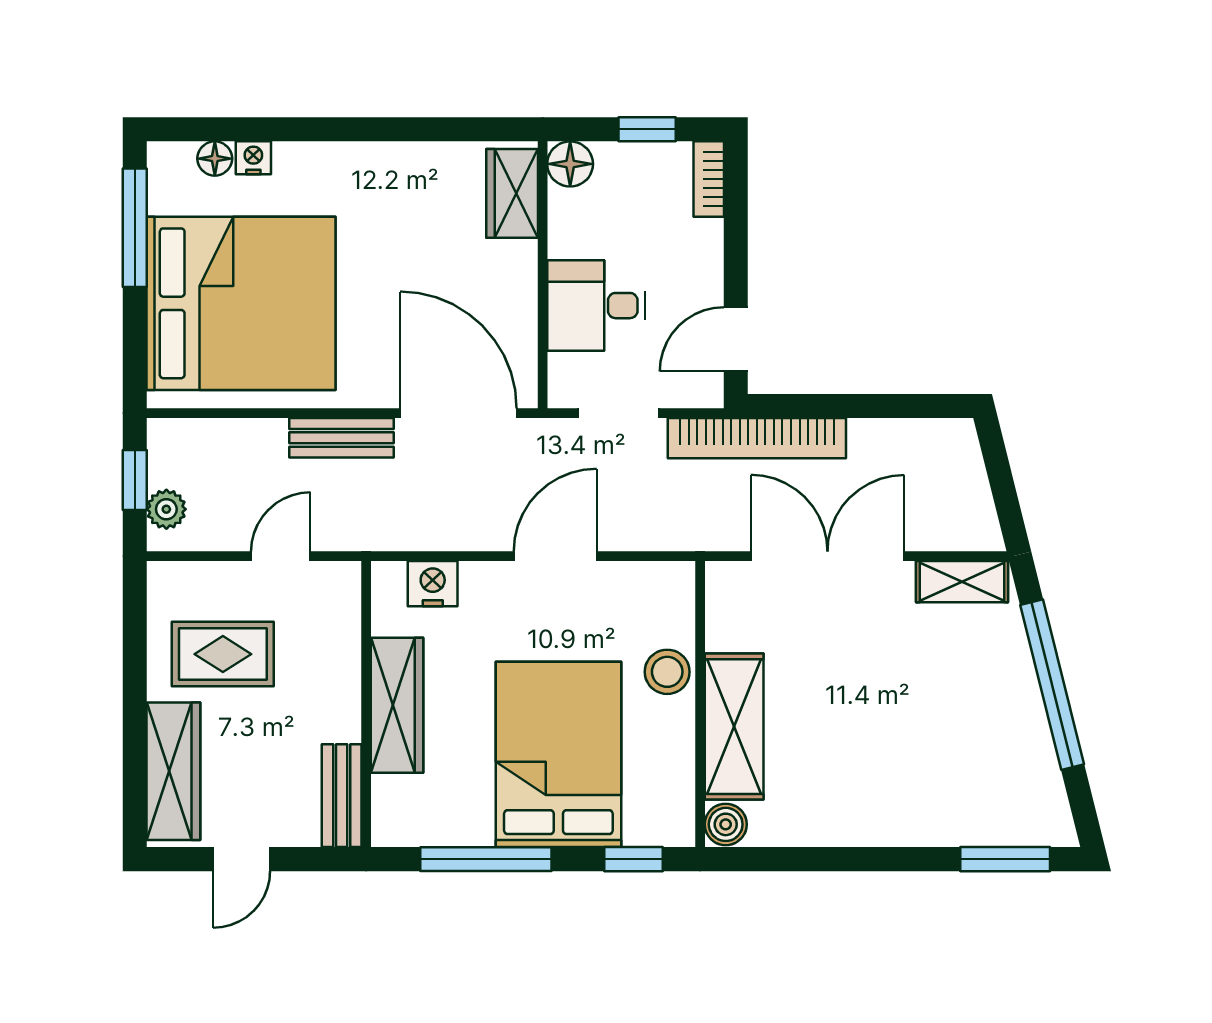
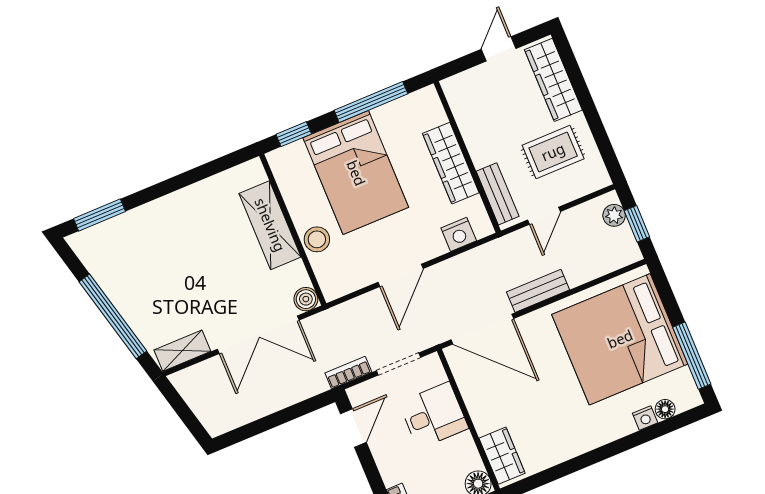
bookcase: (757, 438) -> (348, 373), width x0.43, depth x0.76
bench: (342, 796) -> (498, 194), moved
boiler: (726, 824) -> (306, 299), moved

